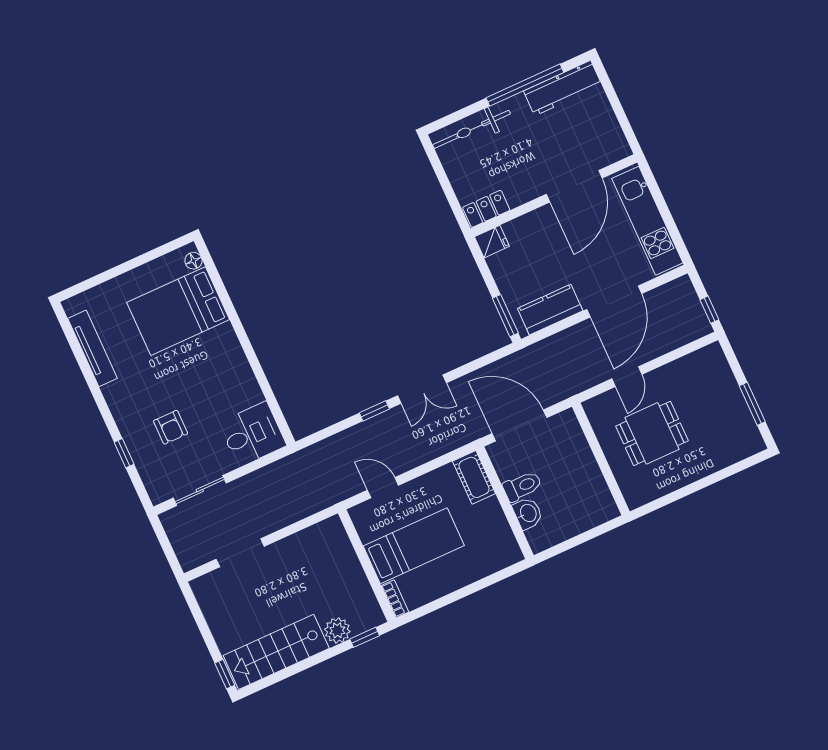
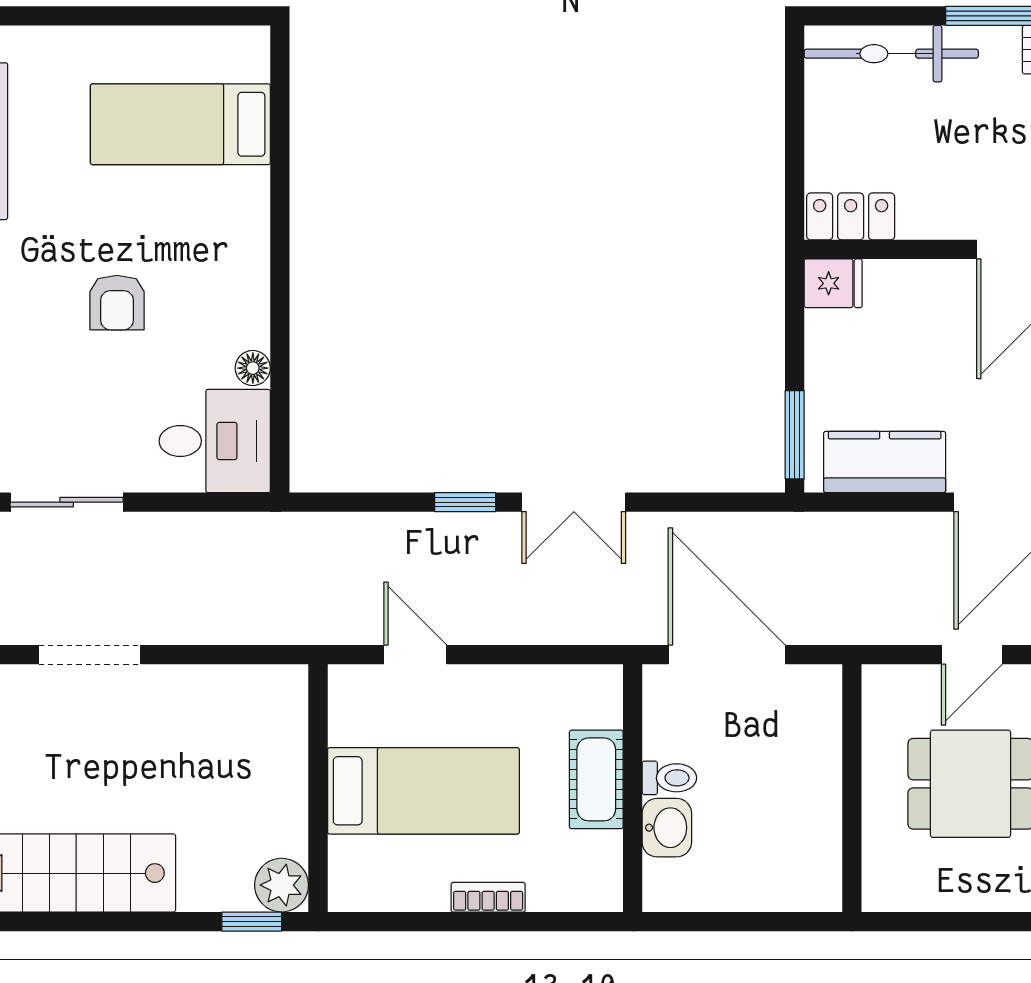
floor lamp: (193, 261) -> (253, 368), moved
bed: (178, 311) -> (180, 124), width x0.67
armchair: (171, 427) -> (117, 303), moved
cot: (474, 477) -> (596, 779), moved
toilet: (522, 486) -> (669, 778), width x0.73, depth x0.72
bookcase: (395, 599) -> (488, 897), moved, turned -90
plant: (337, 630) -> (282, 885), moved

